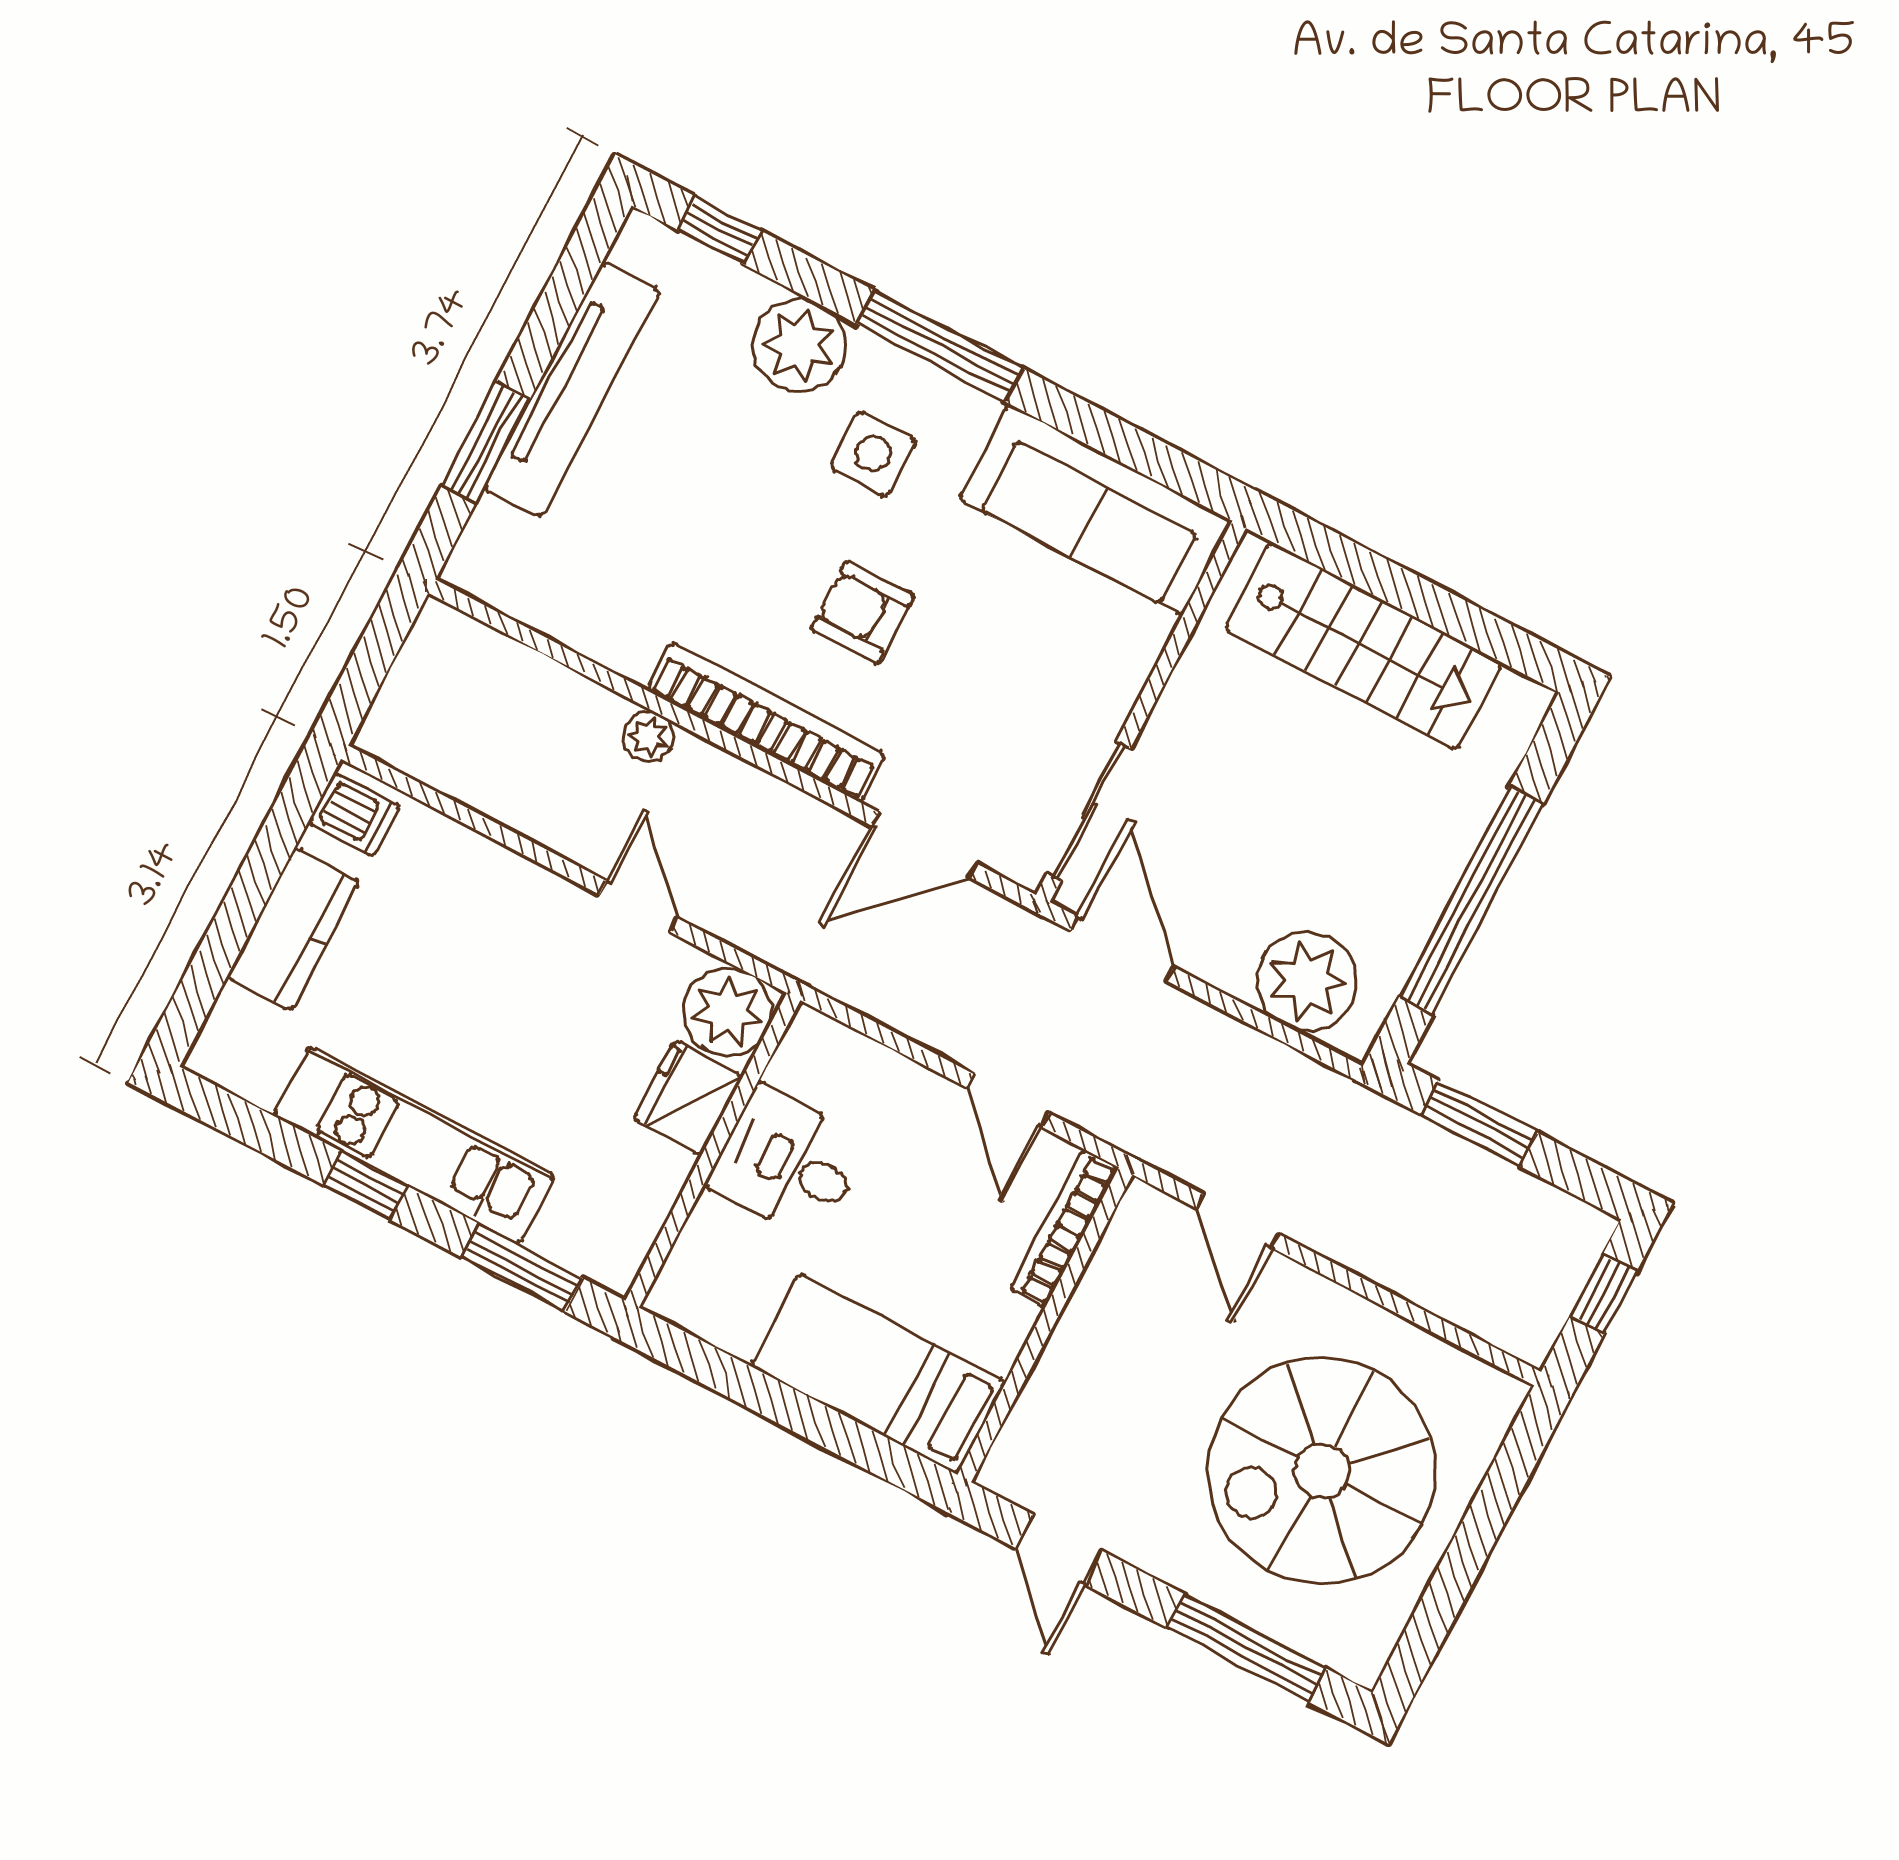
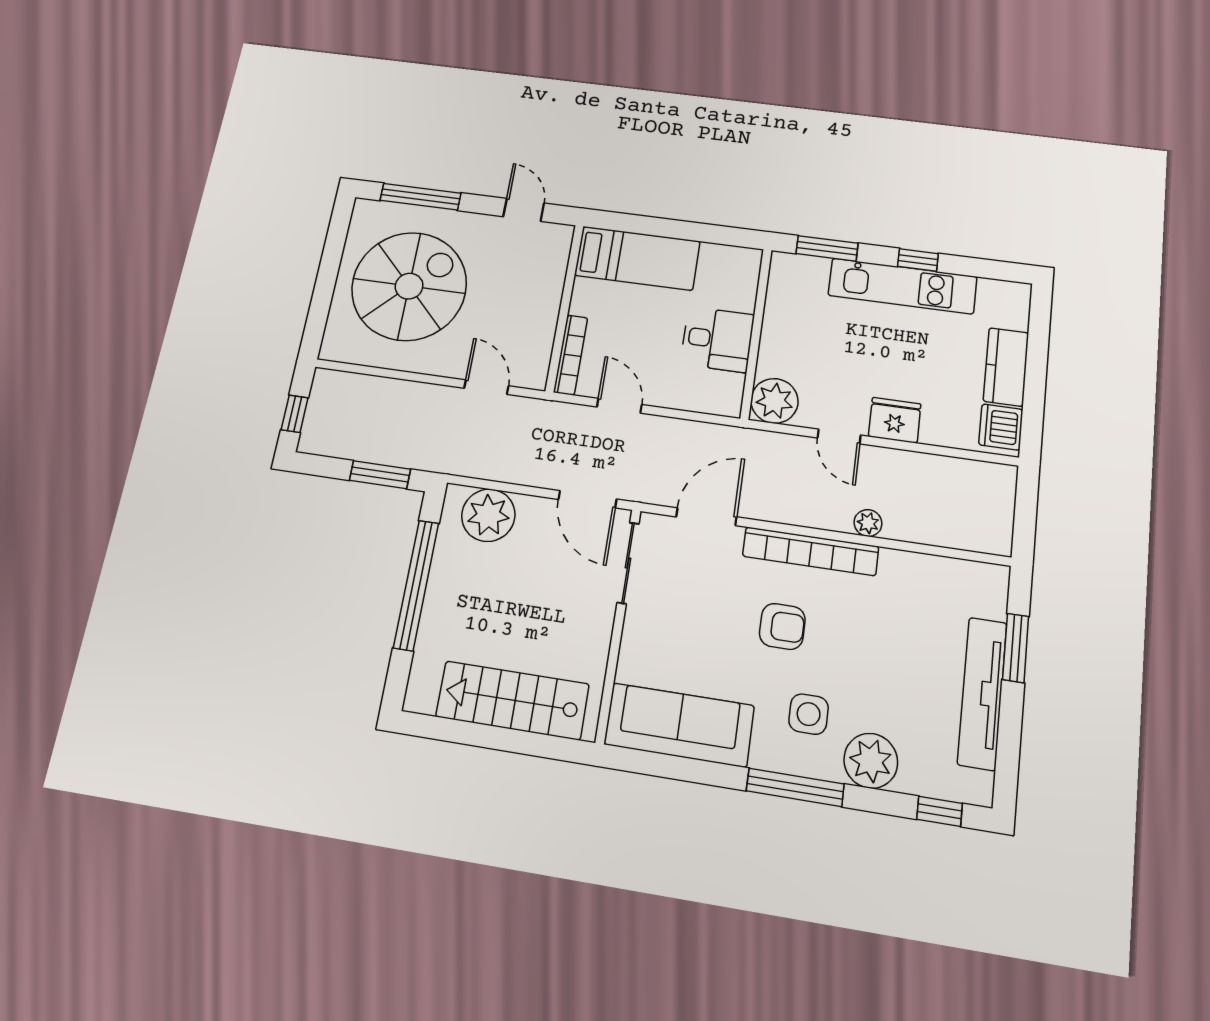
dishwasher: (354, 814) -> (1001, 427), width x1.38
fridge: (688, 1098) -> (895, 420), moved, turned -90

